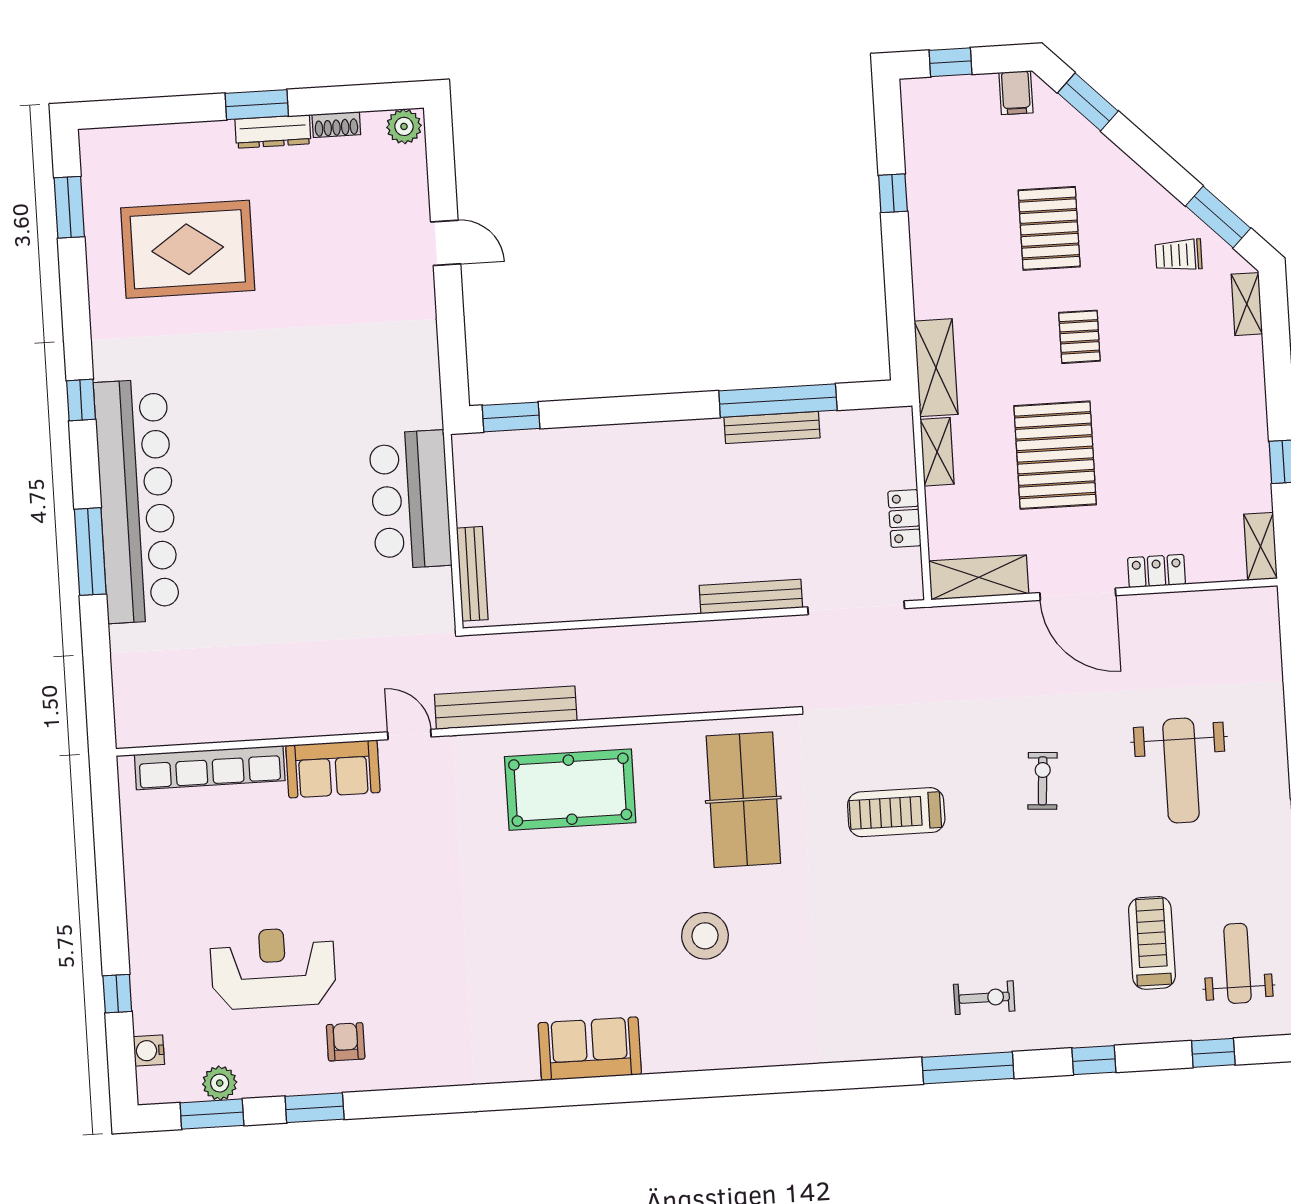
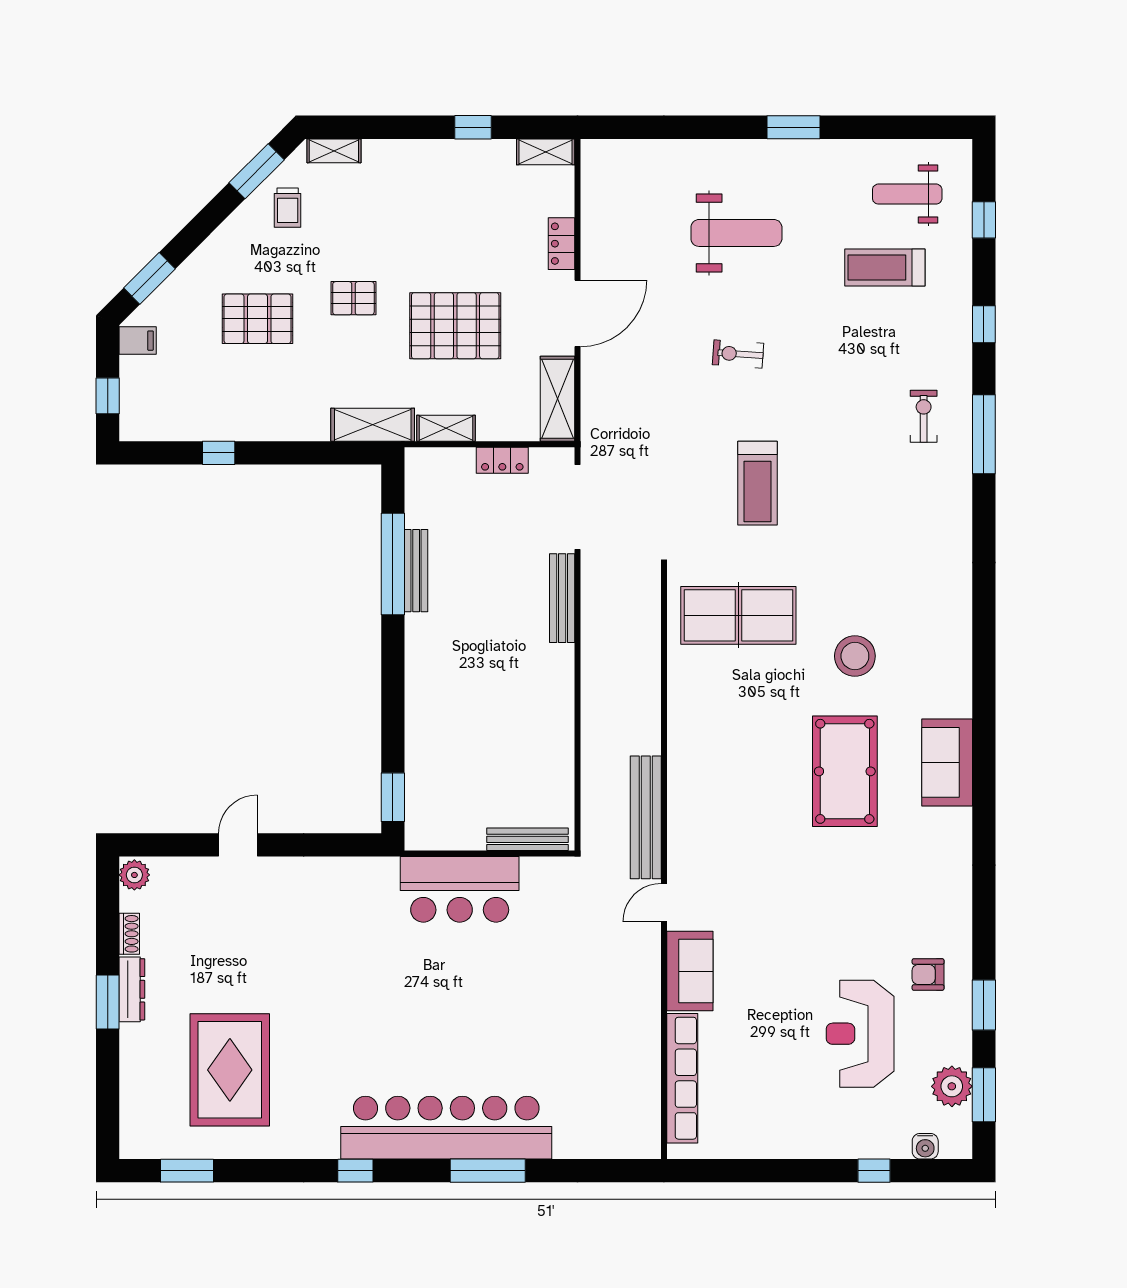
pool table: (570, 790) -> (845, 771), moved
plant: (220, 1083) -> (952, 1086), width x1.36, depth x1.36

